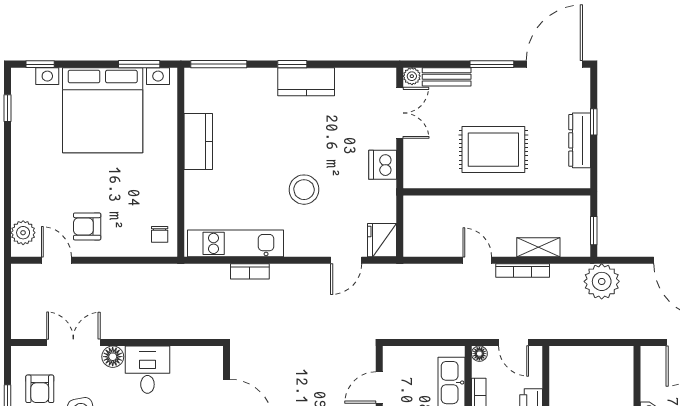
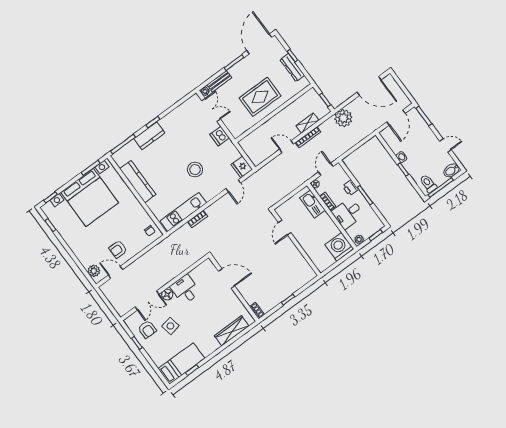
kitchen counter: (306, 82) -> (149, 136), moved
kitchen counter: (198, 141) -> (138, 182), width x1.50
double door: (73, 342) -> (147, 300), swing flipped
door: (514, 342) -> (326, 169), swing flipped

